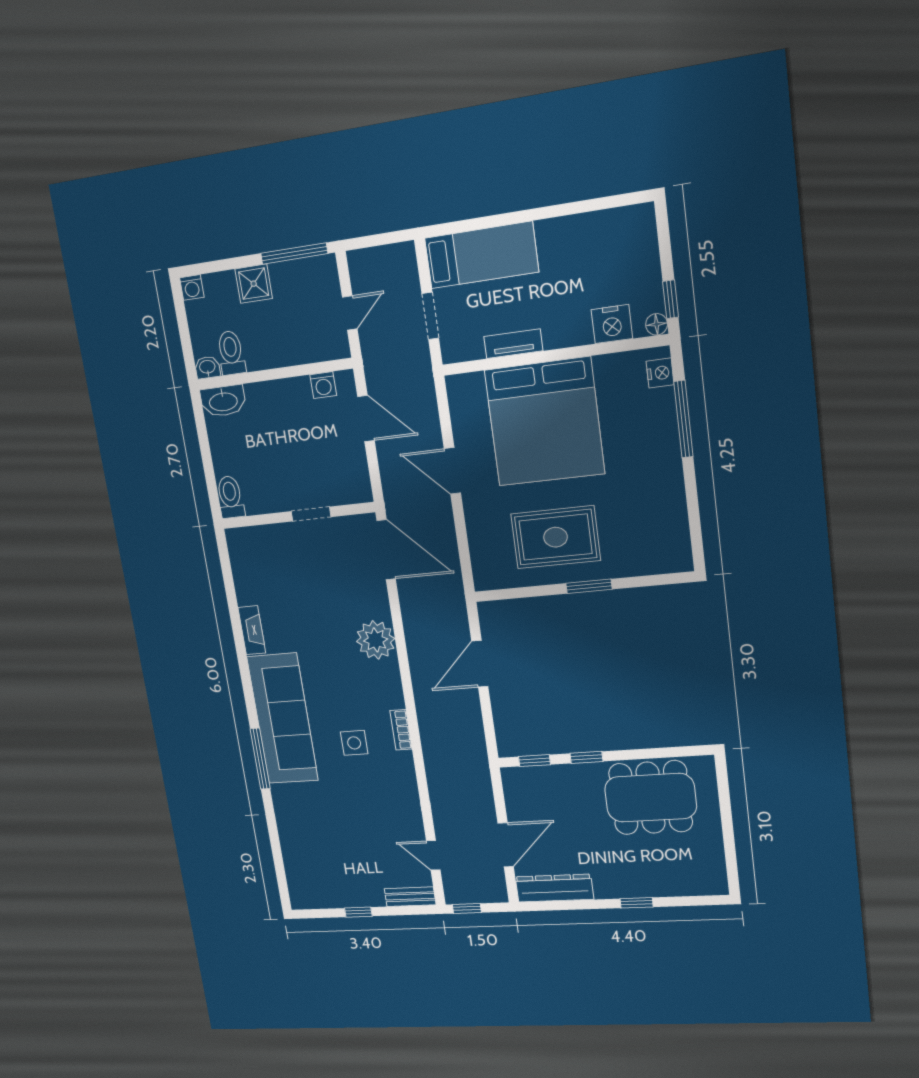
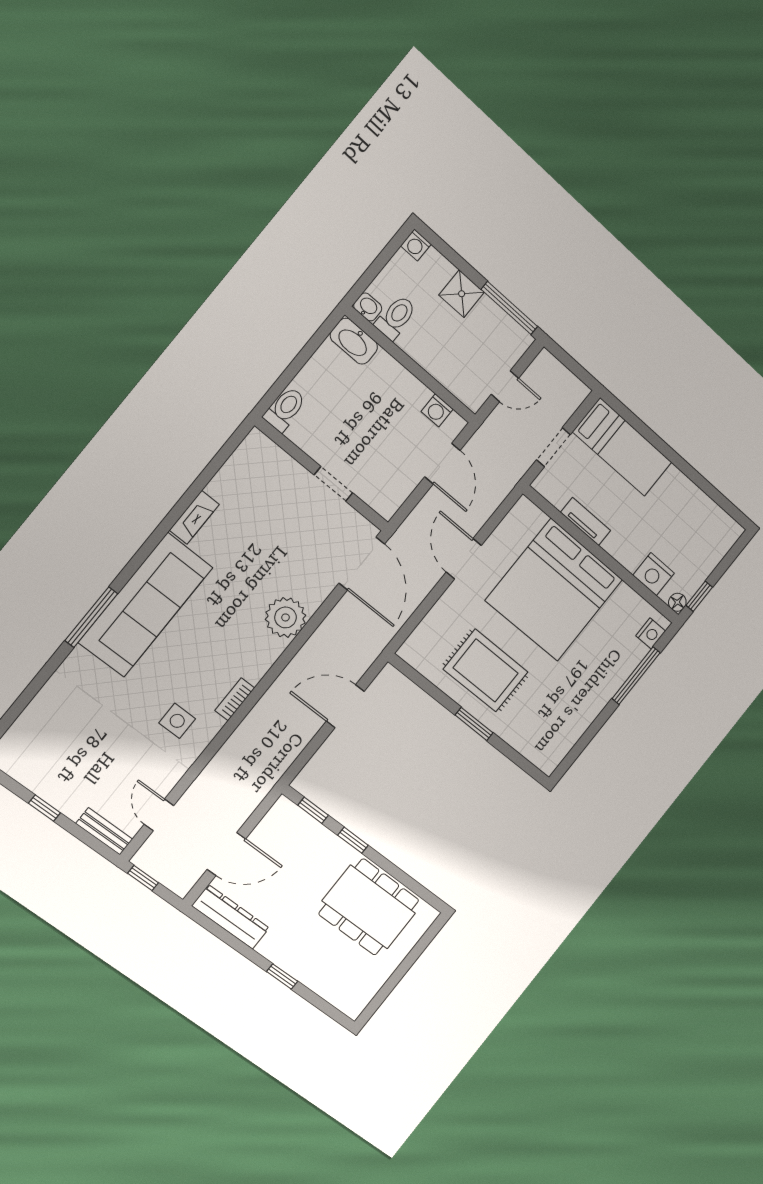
side table: (354, 743) -> (177, 721), moved

